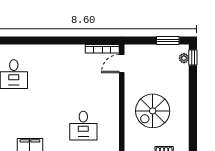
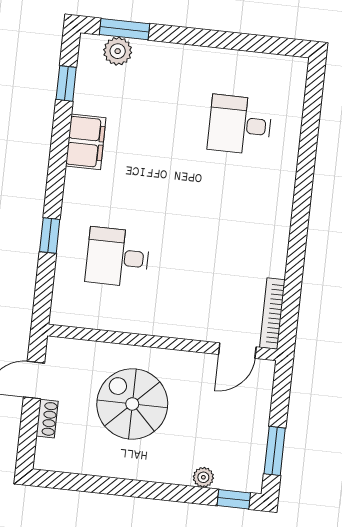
plant: (184, 58) -> (203, 477), moved
door: (122, 64) -> (237, 351), swing flipped

